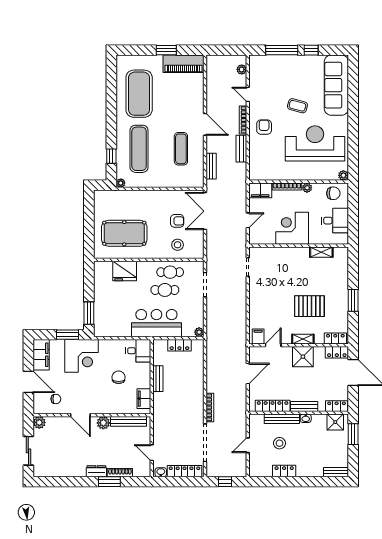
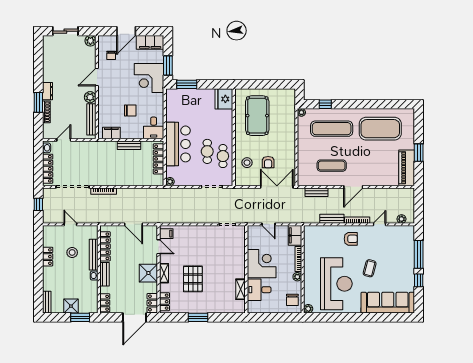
desk: (335, 221) -> (259, 290), moved, turned 90
fridge: (125, 271) -> (224, 99), moved
locker: (179, 345) -> (159, 159), width x1.53
shower: (335, 422) -> (71, 306), moved

